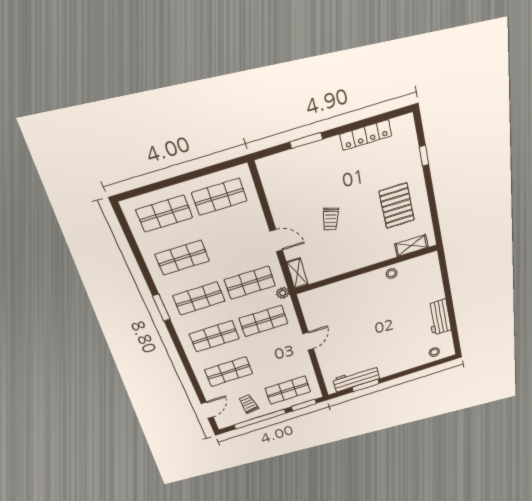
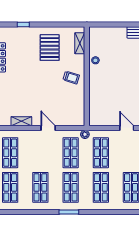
pallet: (397, 206) -> (50, 48), turned 90
trolley: (331, 219) -> (71, 78), moved
door: (276, 241) -> (48, 128), hinge flipped
shelving: (297, 273) -> (21, 121), moved

